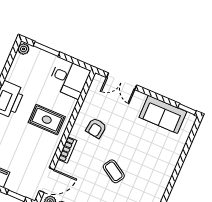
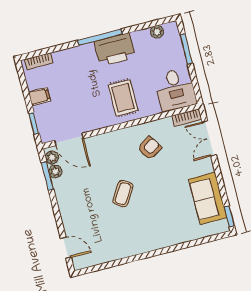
plant: (24, 49) -> (157, 32), moved
armchair: (96, 128) -> (150, 148), turned 140
bookcase: (67, 150) -> (187, 118), moved

